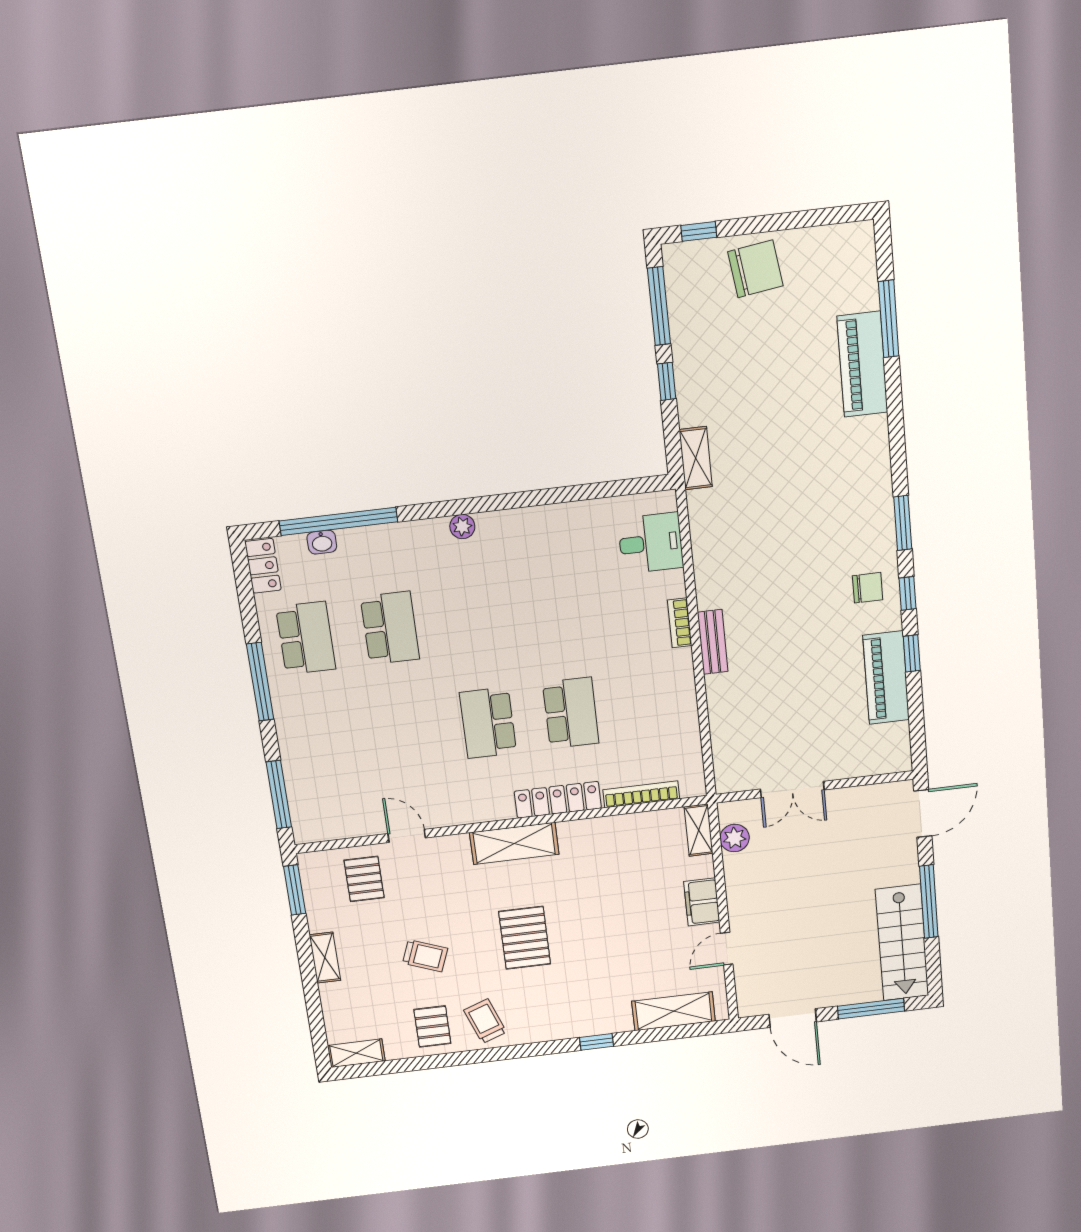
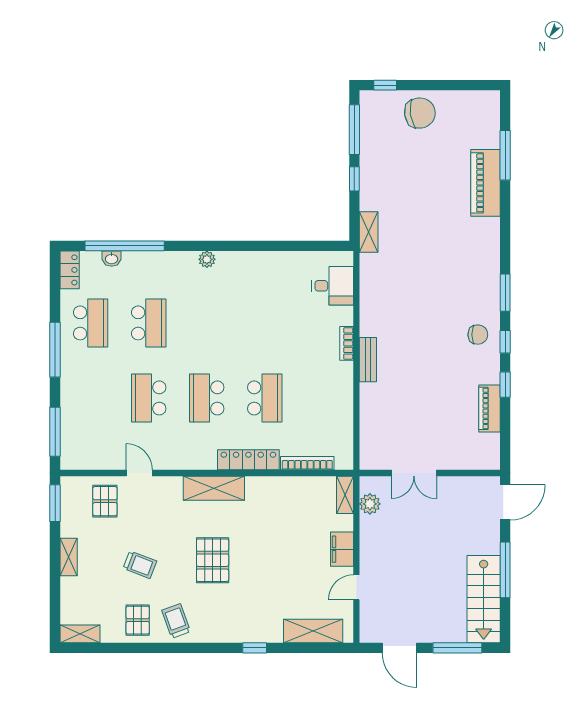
piano: (886, 678) -> (490, 408), width x0.73, depth x0.75
school desk: (405, 733) -> (149, 398), added

